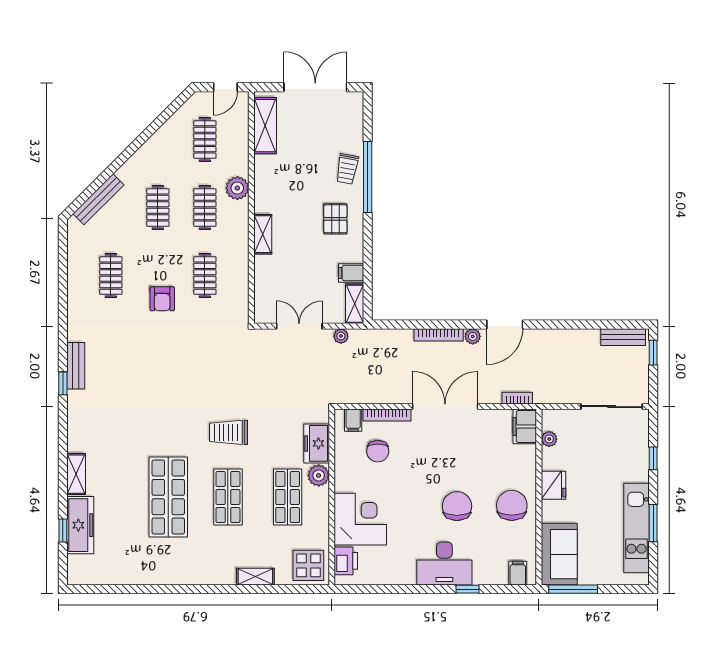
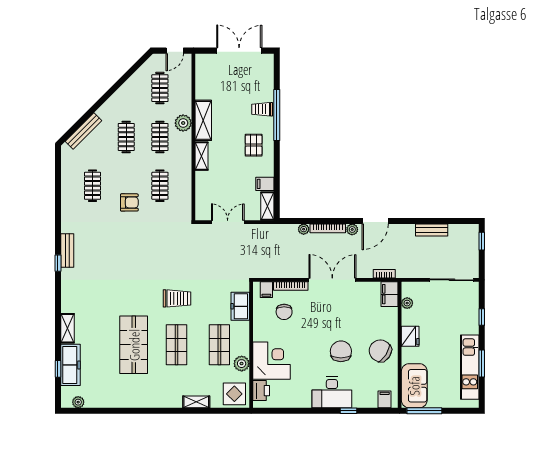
shelving: (265, 126) -> (203, 120), moved
trolley: (347, 169) -> (262, 109), turned 80
armchair: (162, 299) -> (129, 202), turned -90
plant: (341, 336) -> (304, 229), moved
bench: (623, 337) -> (432, 230), moved
trolley: (229, 432) -> (177, 298), turned 180
plant: (319, 475) -> (242, 364), moved
chair: (512, 505) -> (380, 351), turned -57
plant: (91, 577) -> (78, 402), added

